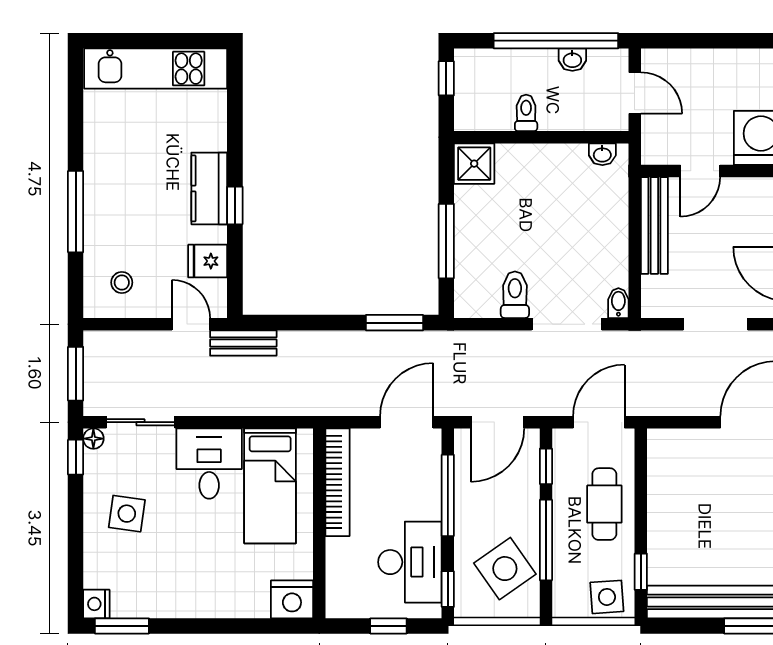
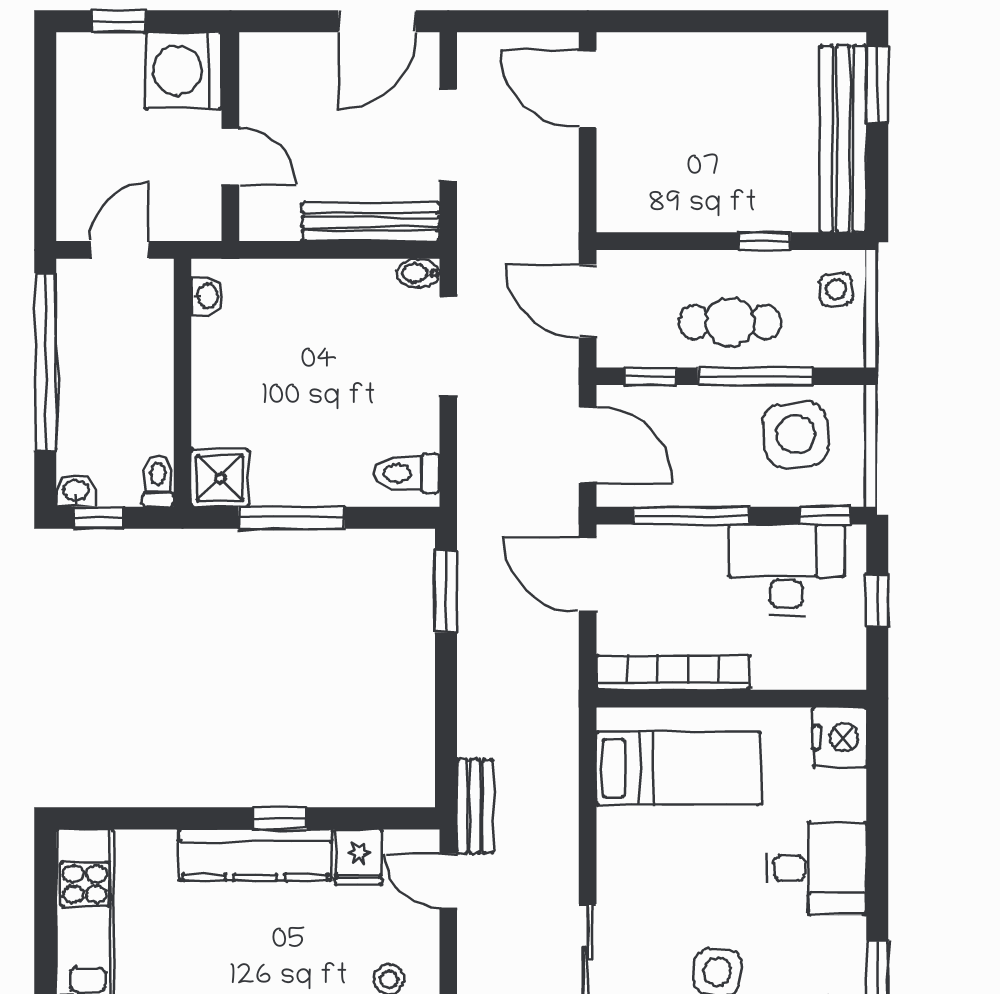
washbasin: (572, 60) -> (76, 491), moved, turned -90
toilet: (526, 113) -> (158, 481), moved, turned 90
kitchen counter: (209, 188) -> (255, 855), width x1.50
bench: (654, 225) -> (371, 222), moved
window: (446, 241) -> (291, 518), moved
toilet: (515, 295) -> (406, 474), moved
door: (191, 324) -> (448, 881), hinge flipped
desk: (209, 464) -> (816, 868), moved, turned 180
cafe table: (604, 504) -> (730, 322), moved
side table: (505, 569) -> (796, 435), turned 30
window: (641, 572) -> (764, 241), moved
side table: (607, 597) -> (836, 289), width x0.73, depth x0.73

